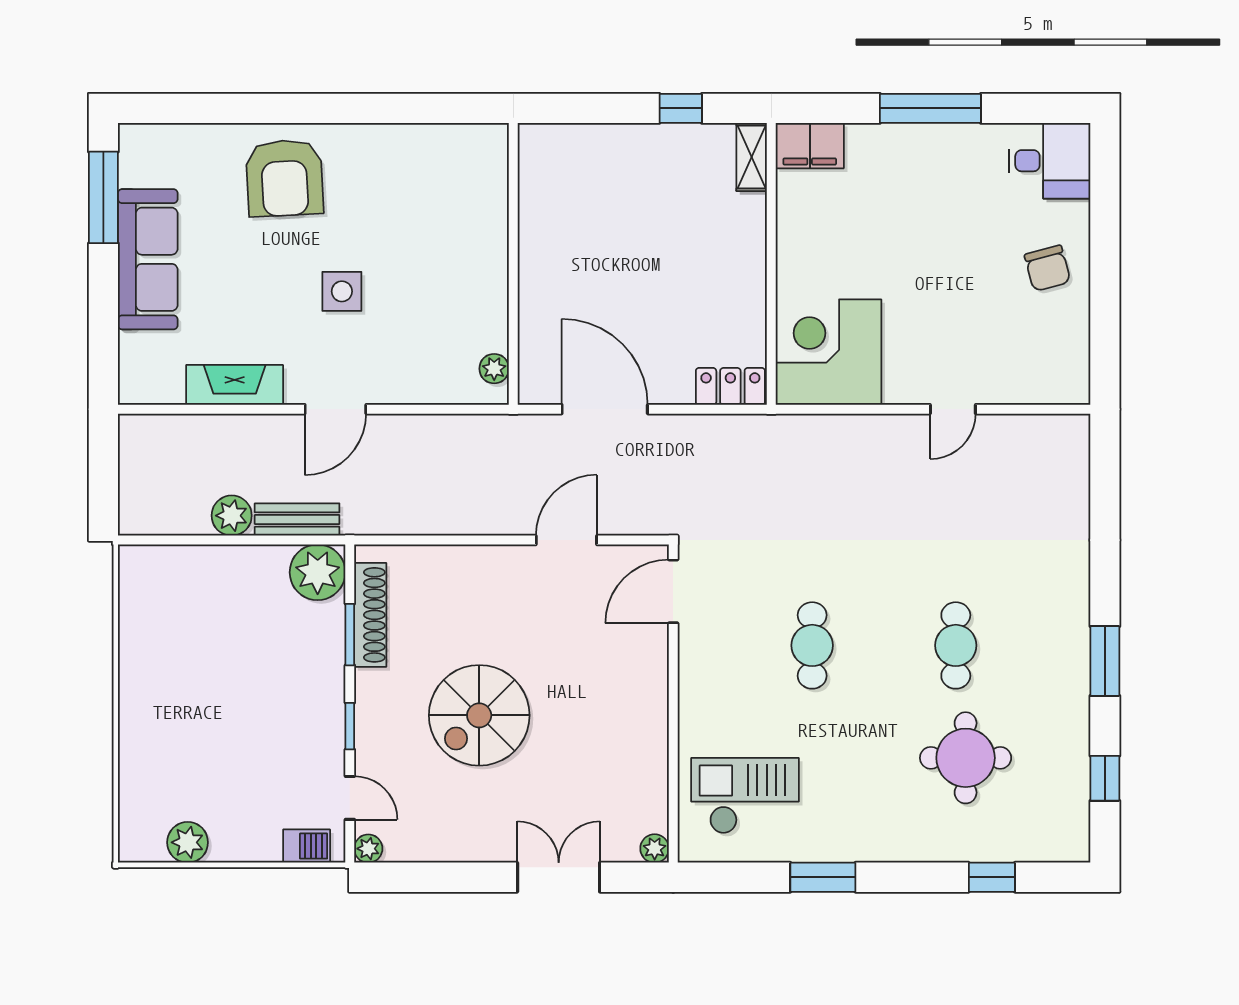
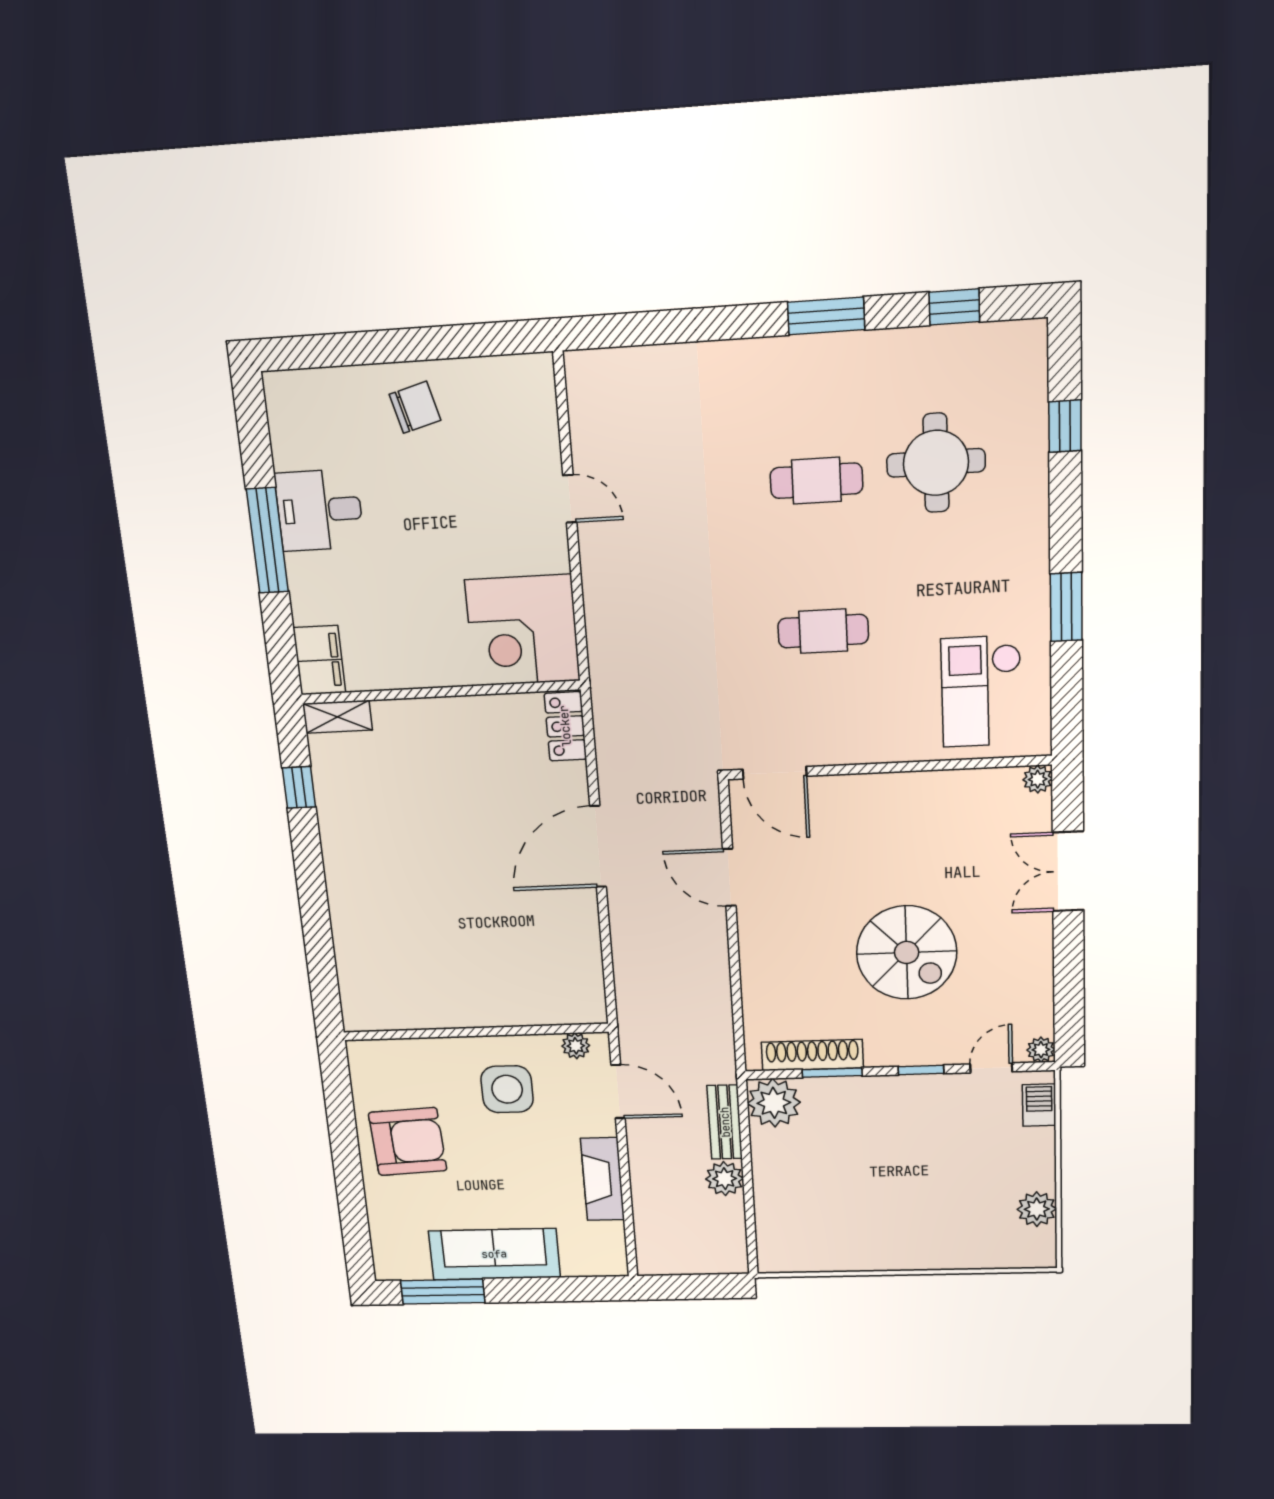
desk: (1050, 161) -> (319, 510), moved, turned -90
wall: (513, 264) -> (475, 1032), moved
side table: (342, 291) -> (507, 1089), width x1.37, depth x1.37
plant: (494, 369) -> (576, 1046), moved

